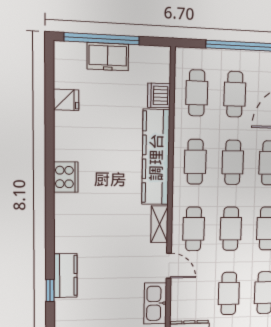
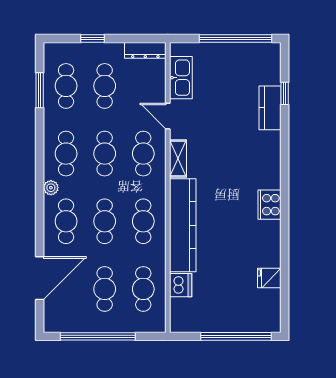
freezer: (108, 57) -> (230, 320), removed

